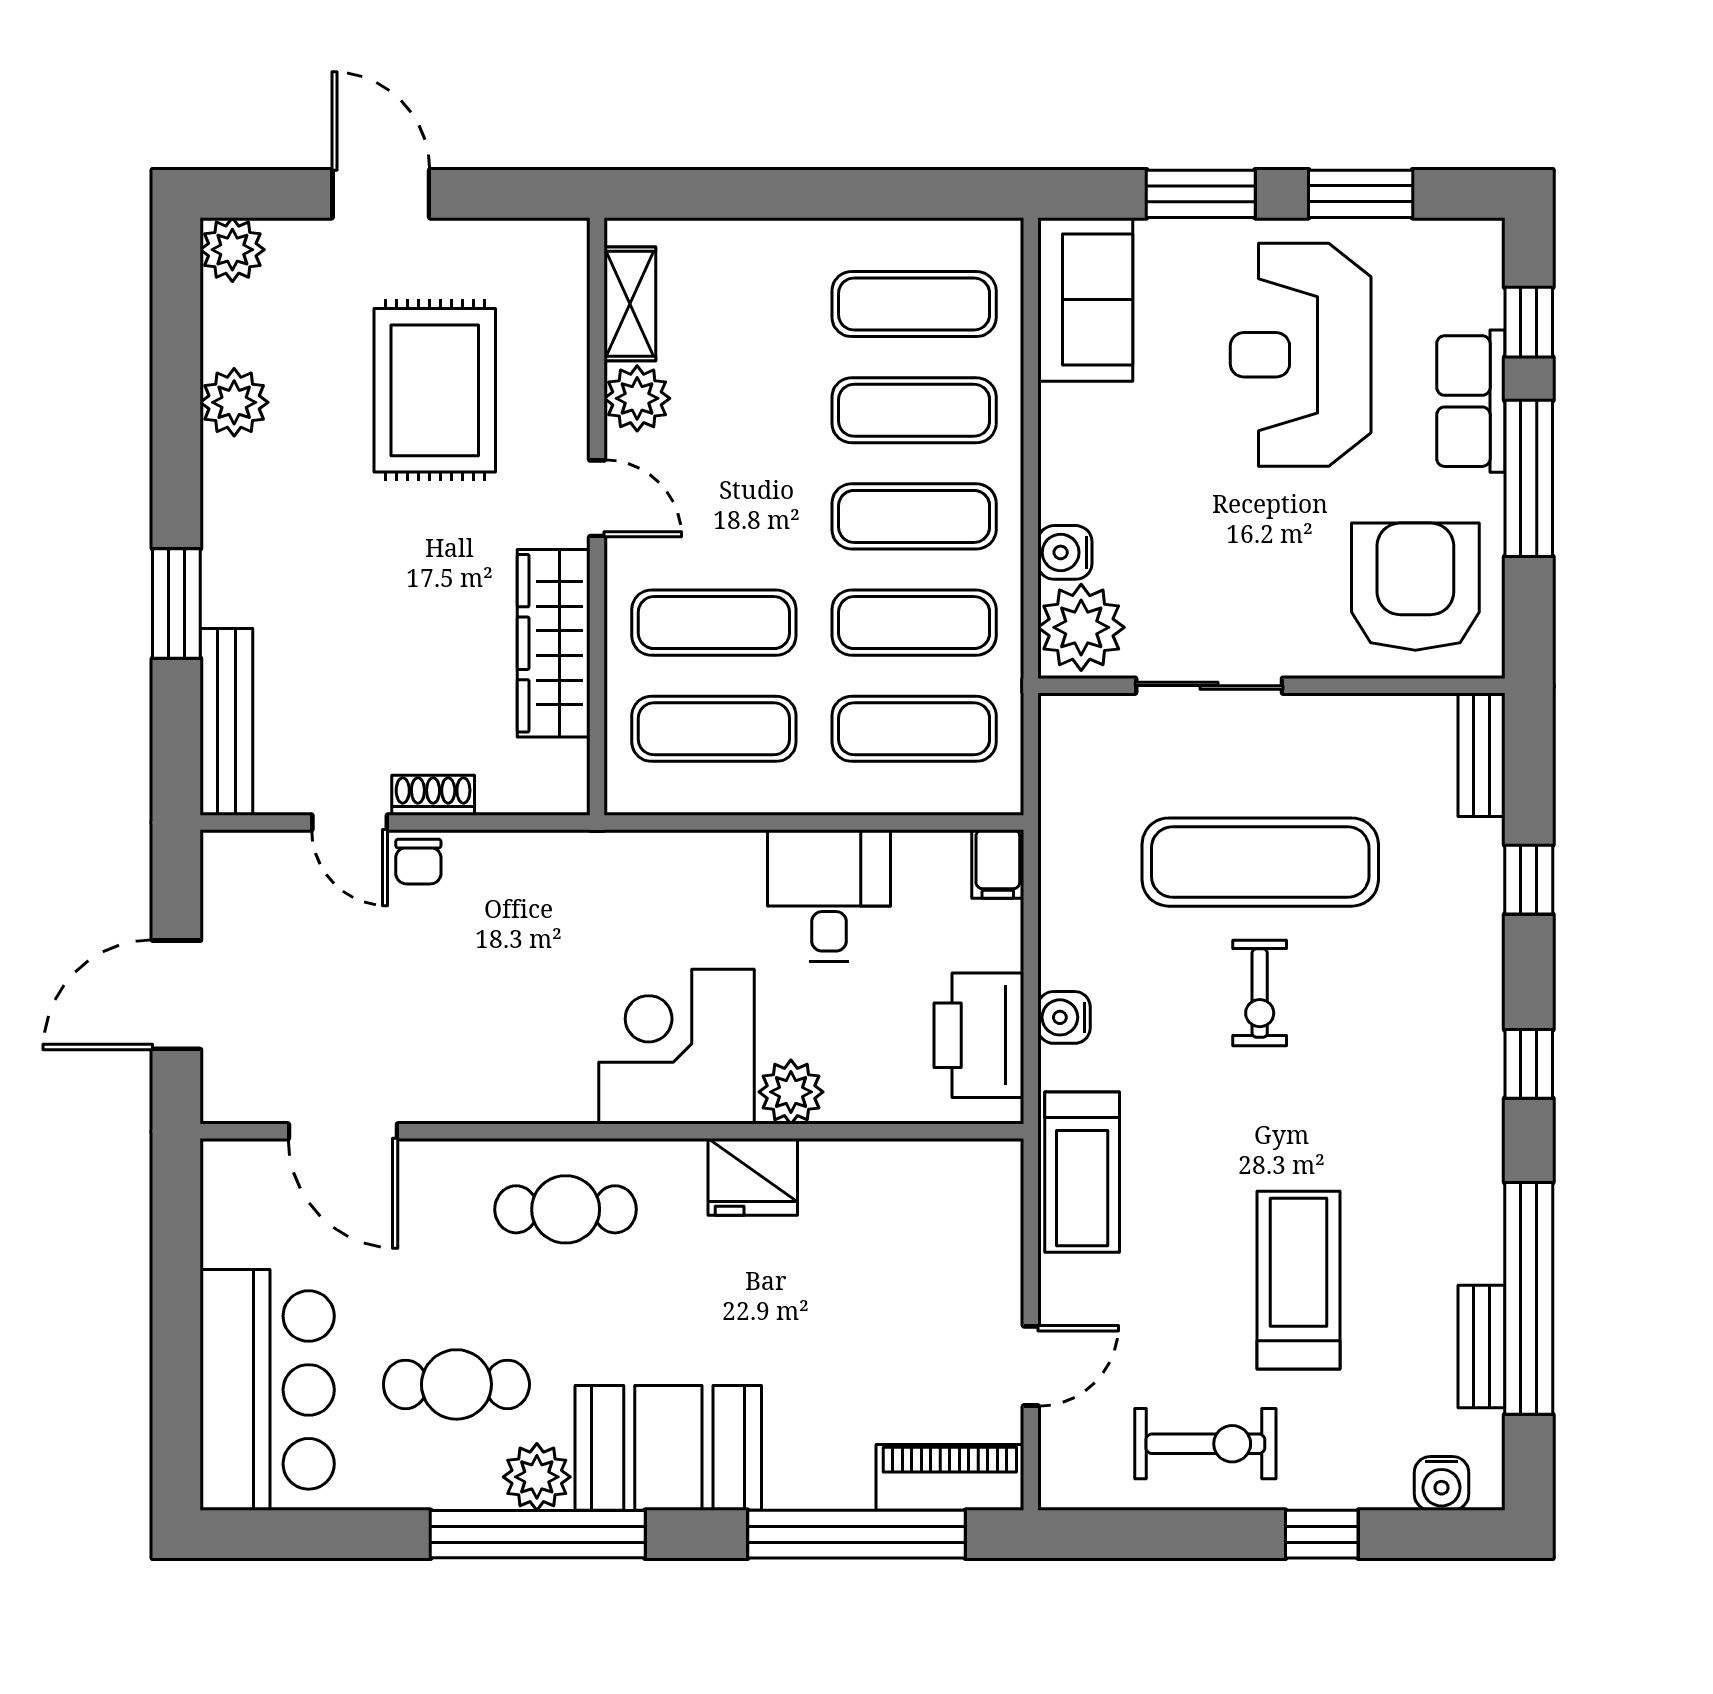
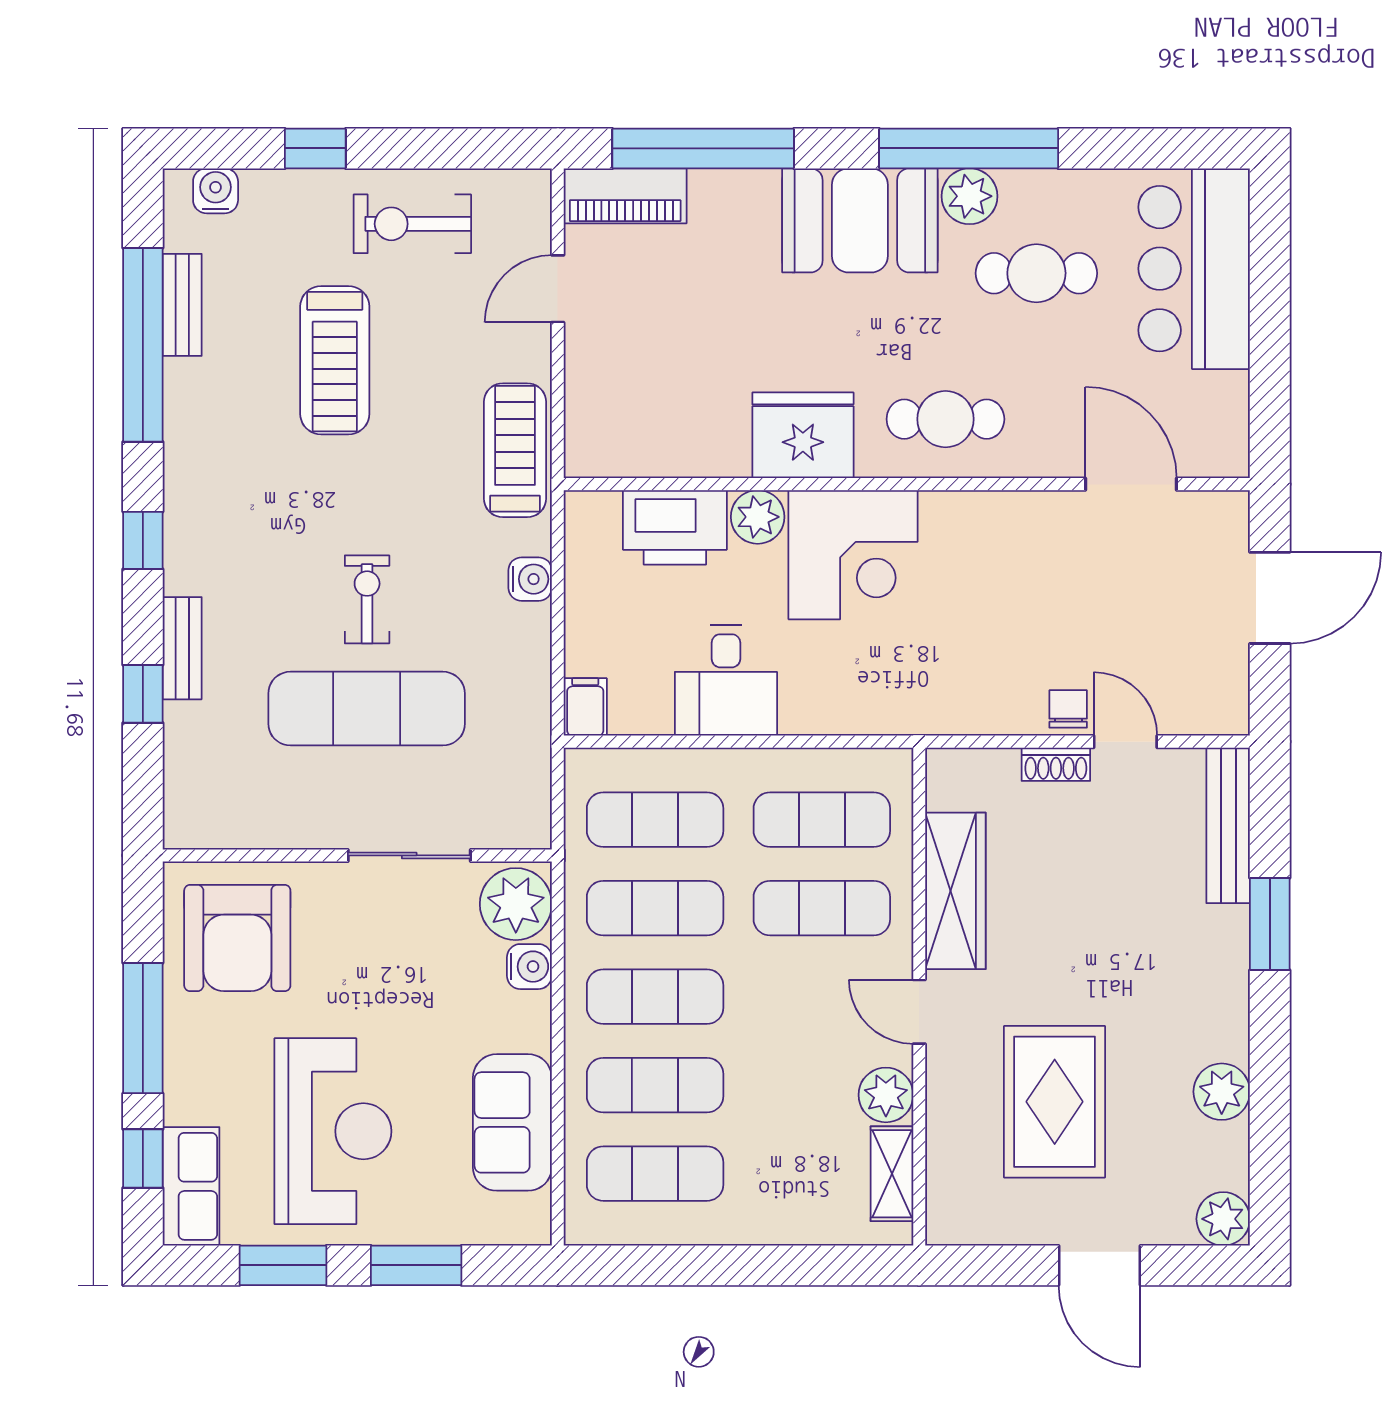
sofa: (1085, 299) -> (512, 1122), moved
row of seats: (1471, 401) -> (191, 1186), moved
bench: (1482, 755) -> (182, 648), moved
printer: (979, 1035) -> (675, 527), moved, turned 90
fridge: (753, 1177) -> (803, 435), width x1.36, depth x1.34

